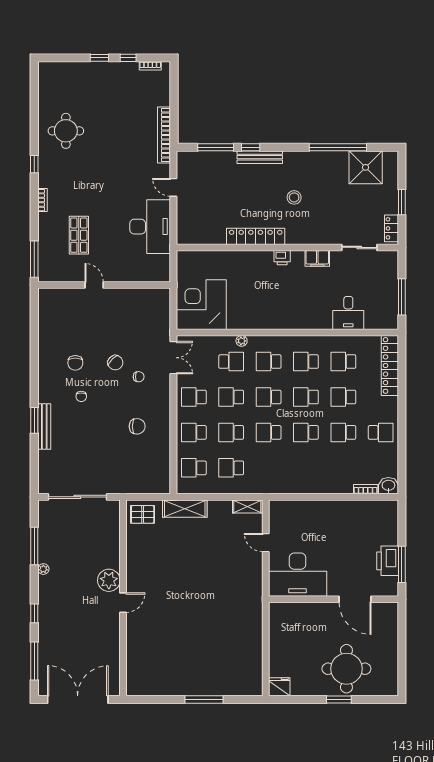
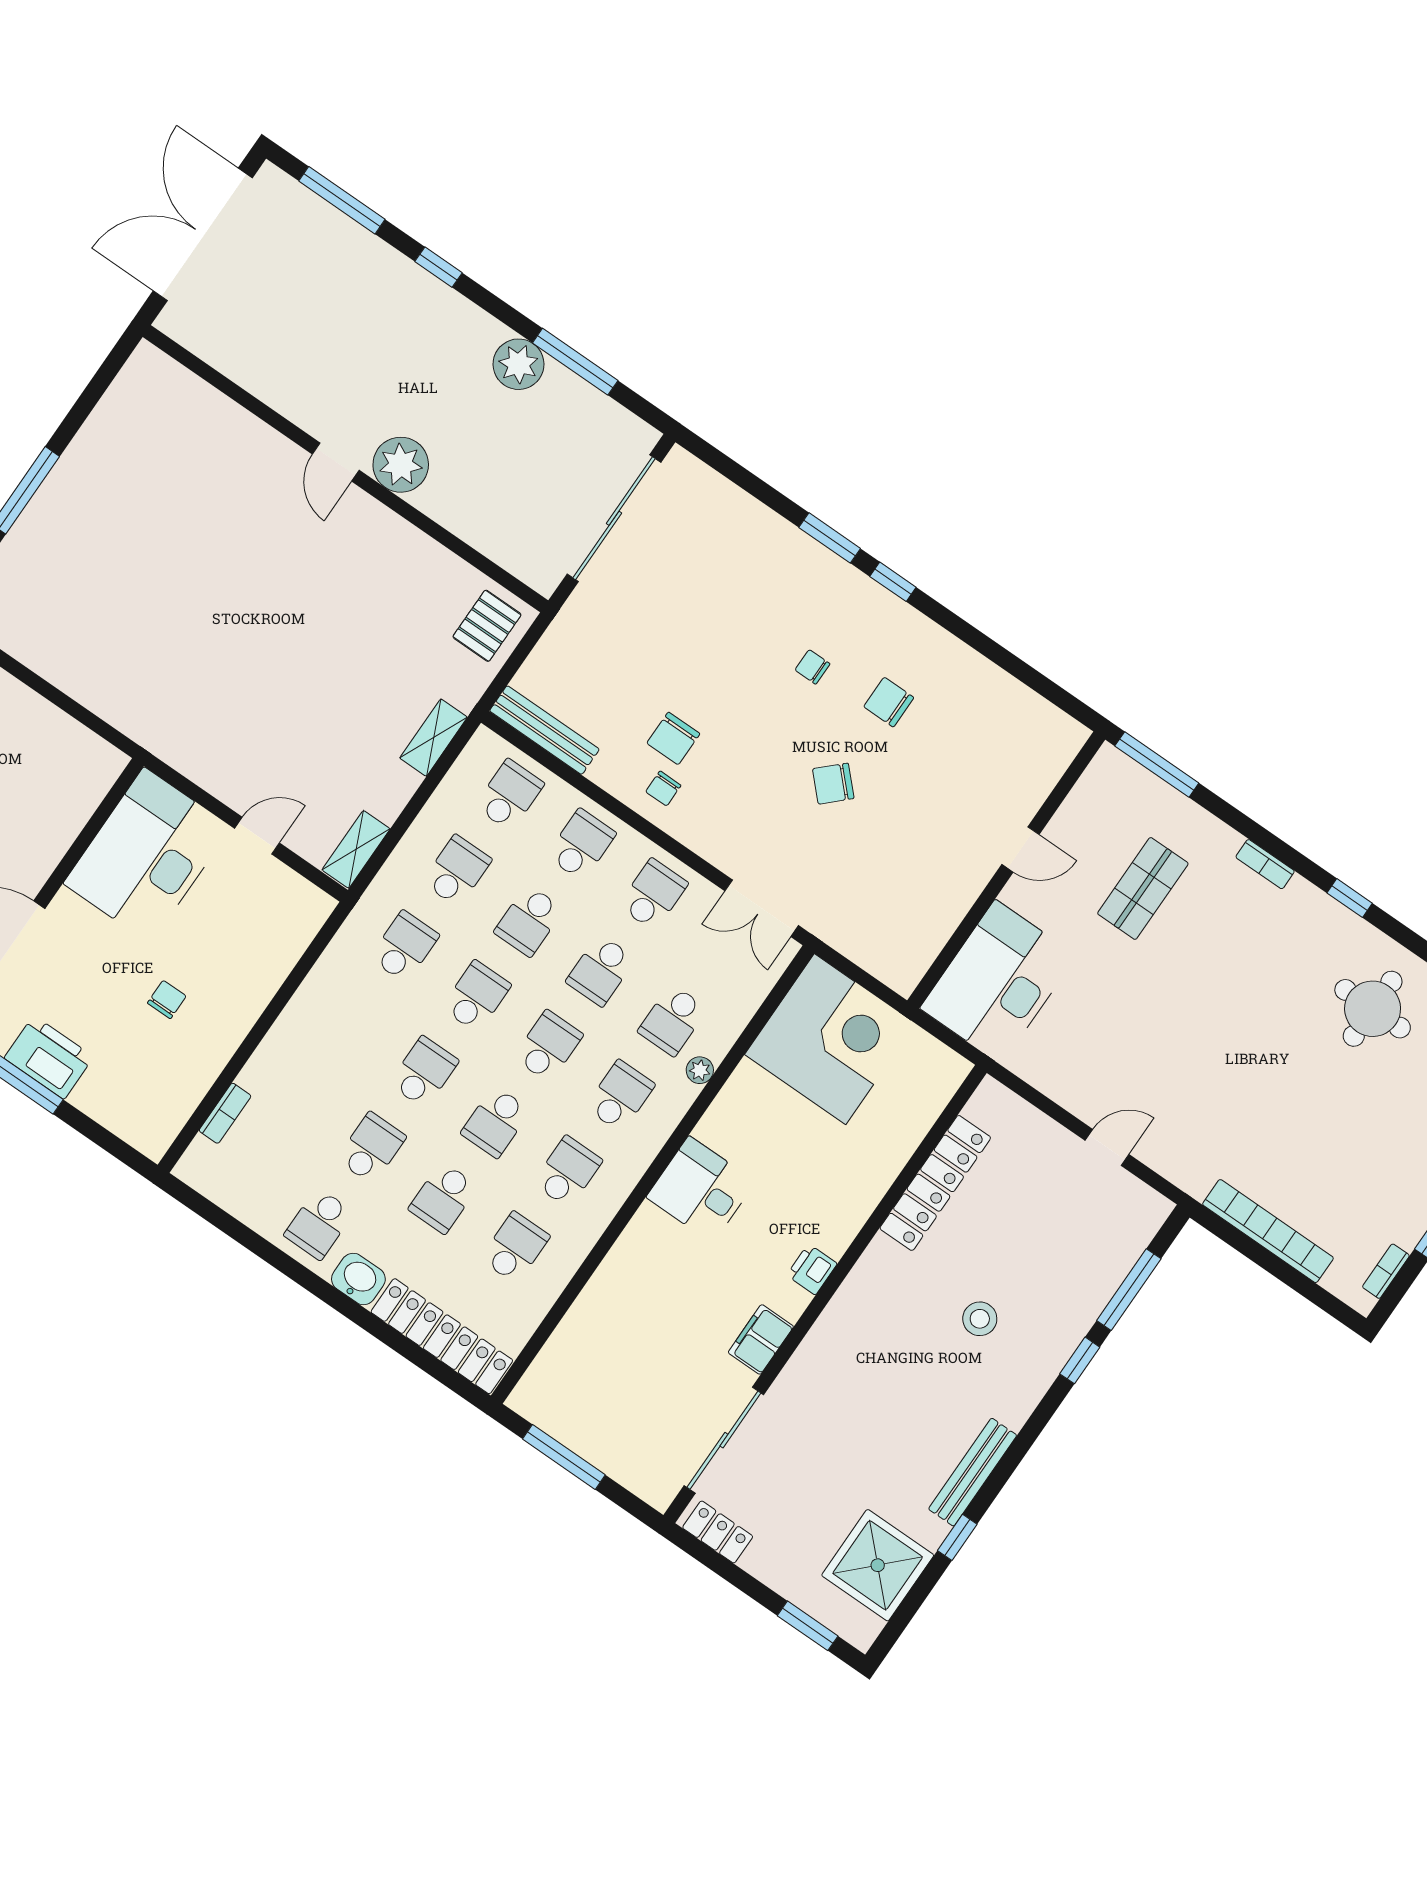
bookcase: (164, 135) -> (1268, 1231), moved
window: (338, 147) -> (957, 1537), width x0.32
bench: (260, 157) -> (973, 1472), moved
stool: (294, 197) -> (980, 1319), moved
window: (402, 202) -> (808, 1626), moved
desk: (150, 227) -> (998, 982), moved, turned 90
shop shelf: (79, 235) -> (1143, 888), turned 90
locker: (256, 236) -> (935, 1183), moved
sliding door: (359, 247) -> (724, 1440), width x1.37
desk: (348, 313) -> (701, 1190), moved
chair: (139, 377) -> (663, 788), moved
window: (34, 389) -> (893, 582), added
school desk: (231, 397) -> (601, 970), turned 180
school desk: (306, 397) -> (496, 1122), turned 180
school desk: (343, 397) -> (443, 1198), turned 180
bench: (44, 427) -> (544, 730), moved
school desk: (231, 432) -> (529, 921), turned 180
school desk: (269, 468) -> (404, 947), added
washbasin: (388, 486) -> (358, 1279), moved, turned -90
shelving: (185, 509) -> (434, 738), width x0.67, depth x0.75
chair: (341, 535) -> (167, 1000), added
plant: (43, 569) -> (519, 364), width x1.87, depth x1.87
double door: (78, 699) -> (203, 234), swing flipped

